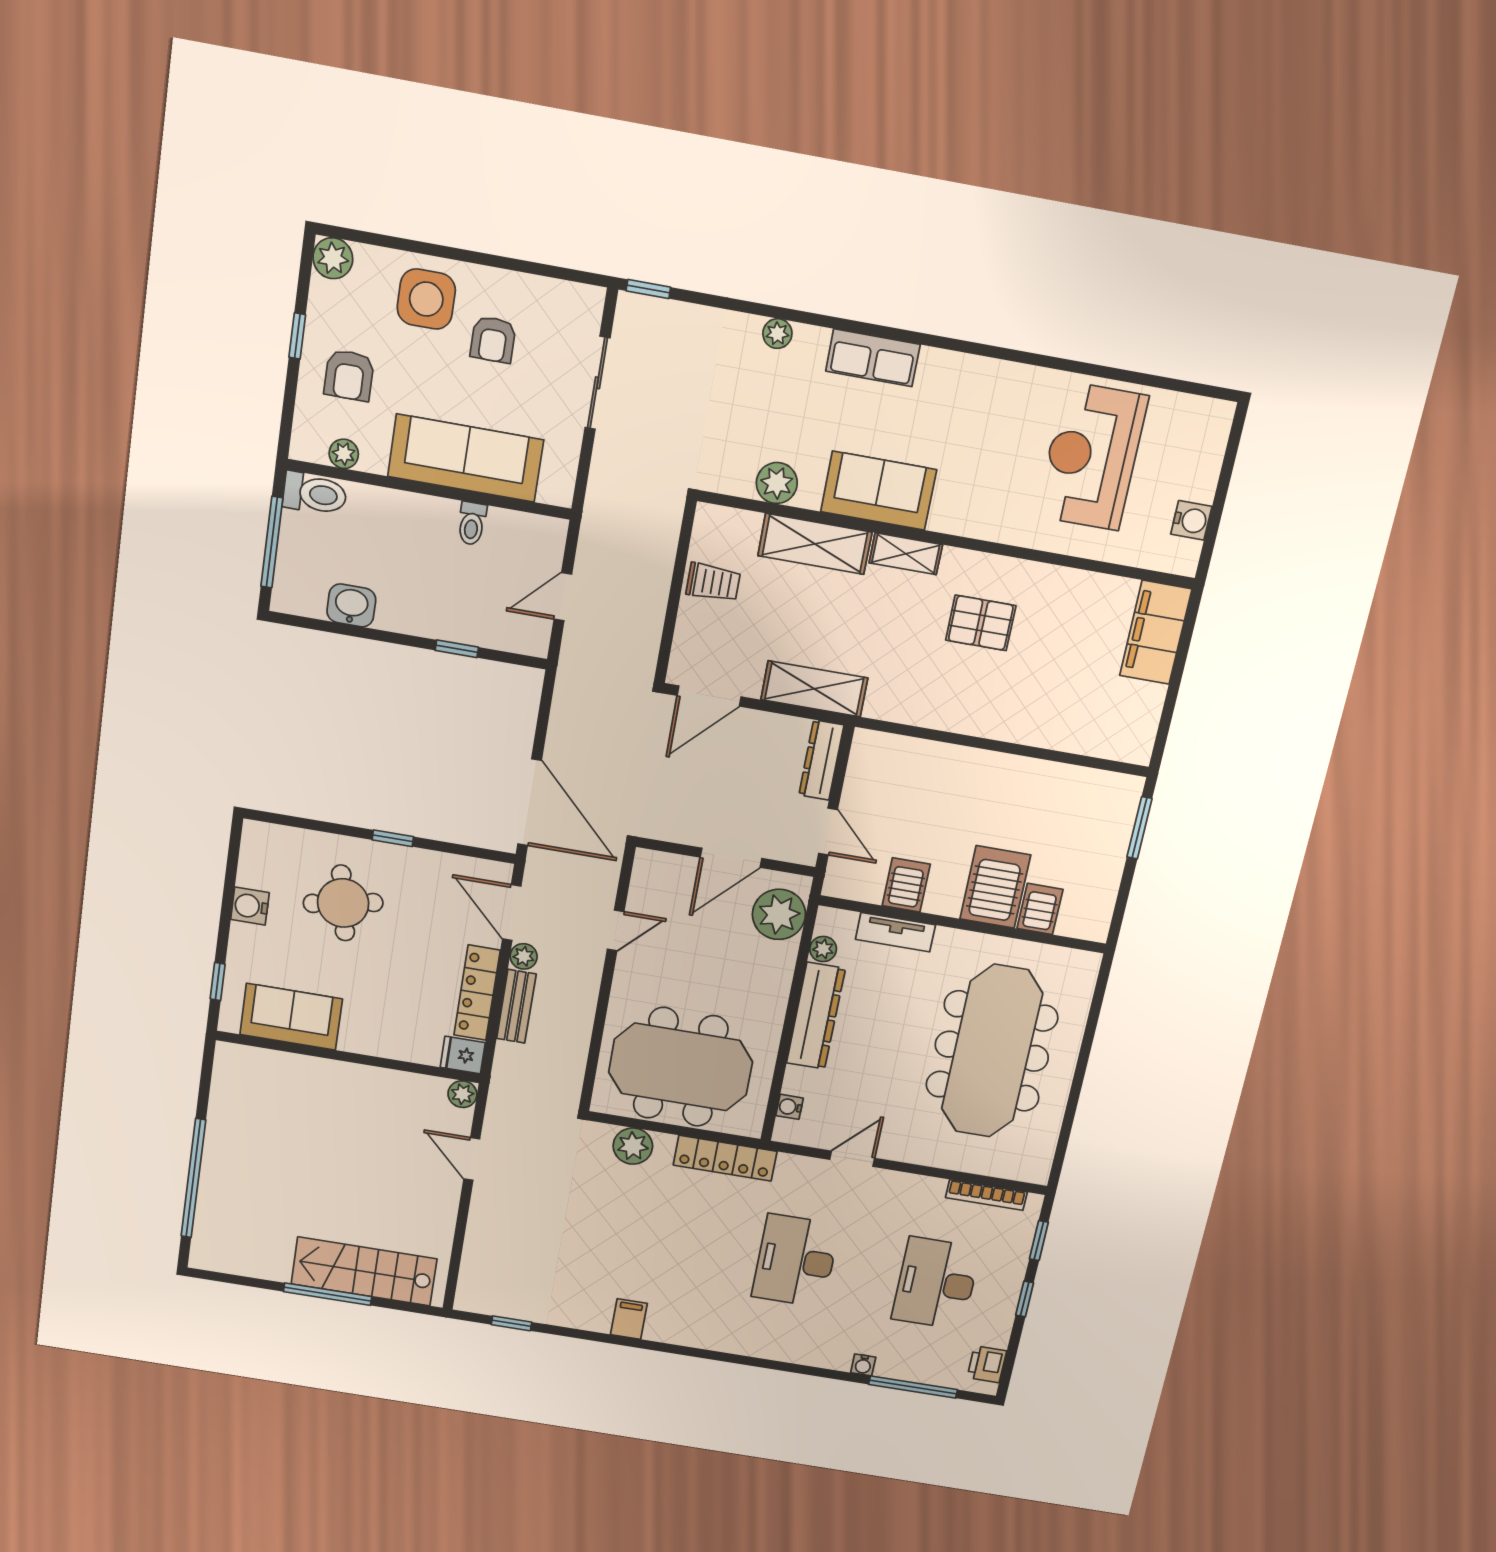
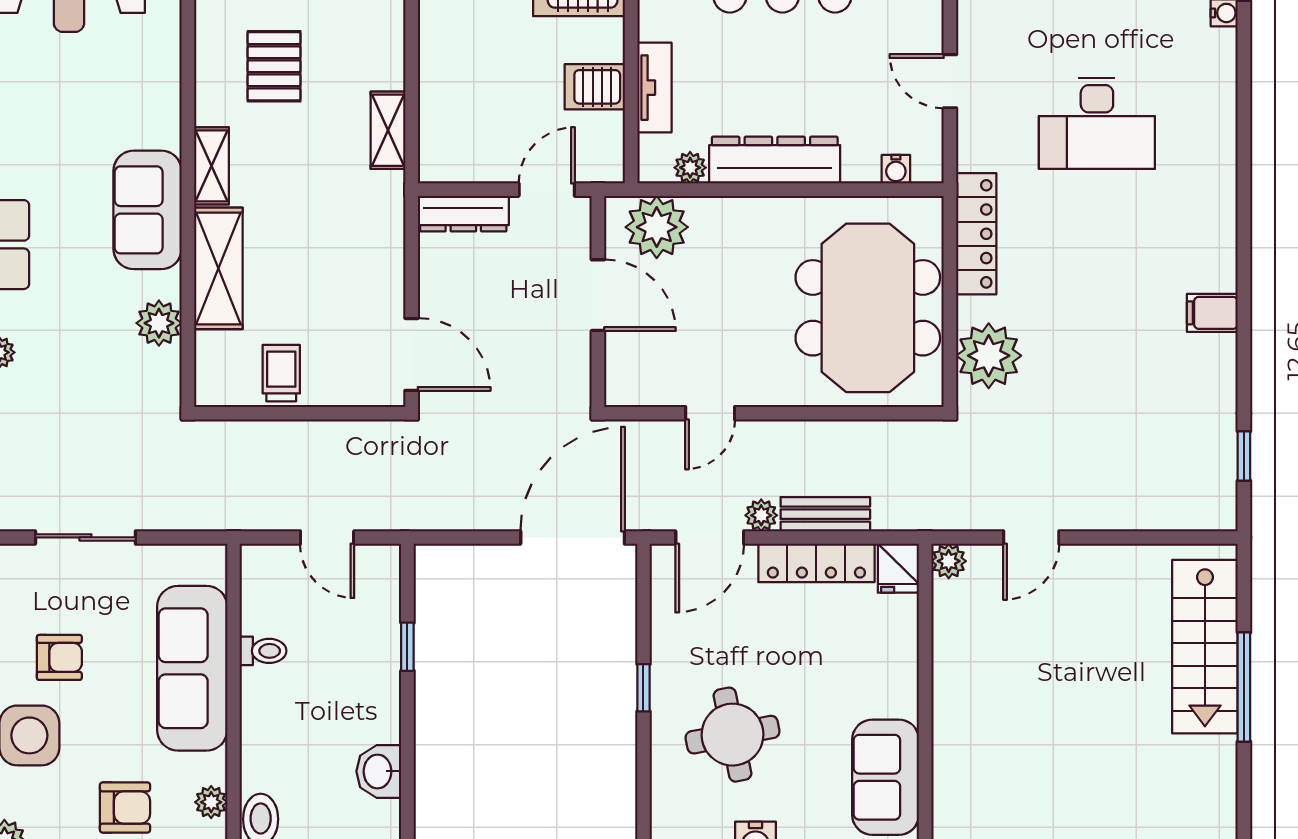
shelving: (814, 689) -> (388, 130), moved, width x0.67, depth x0.75
door: (616, 930) -> (710, 413), swing flipped
plant: (633, 1146) -> (989, 356), width x1.36, depth x1.36

